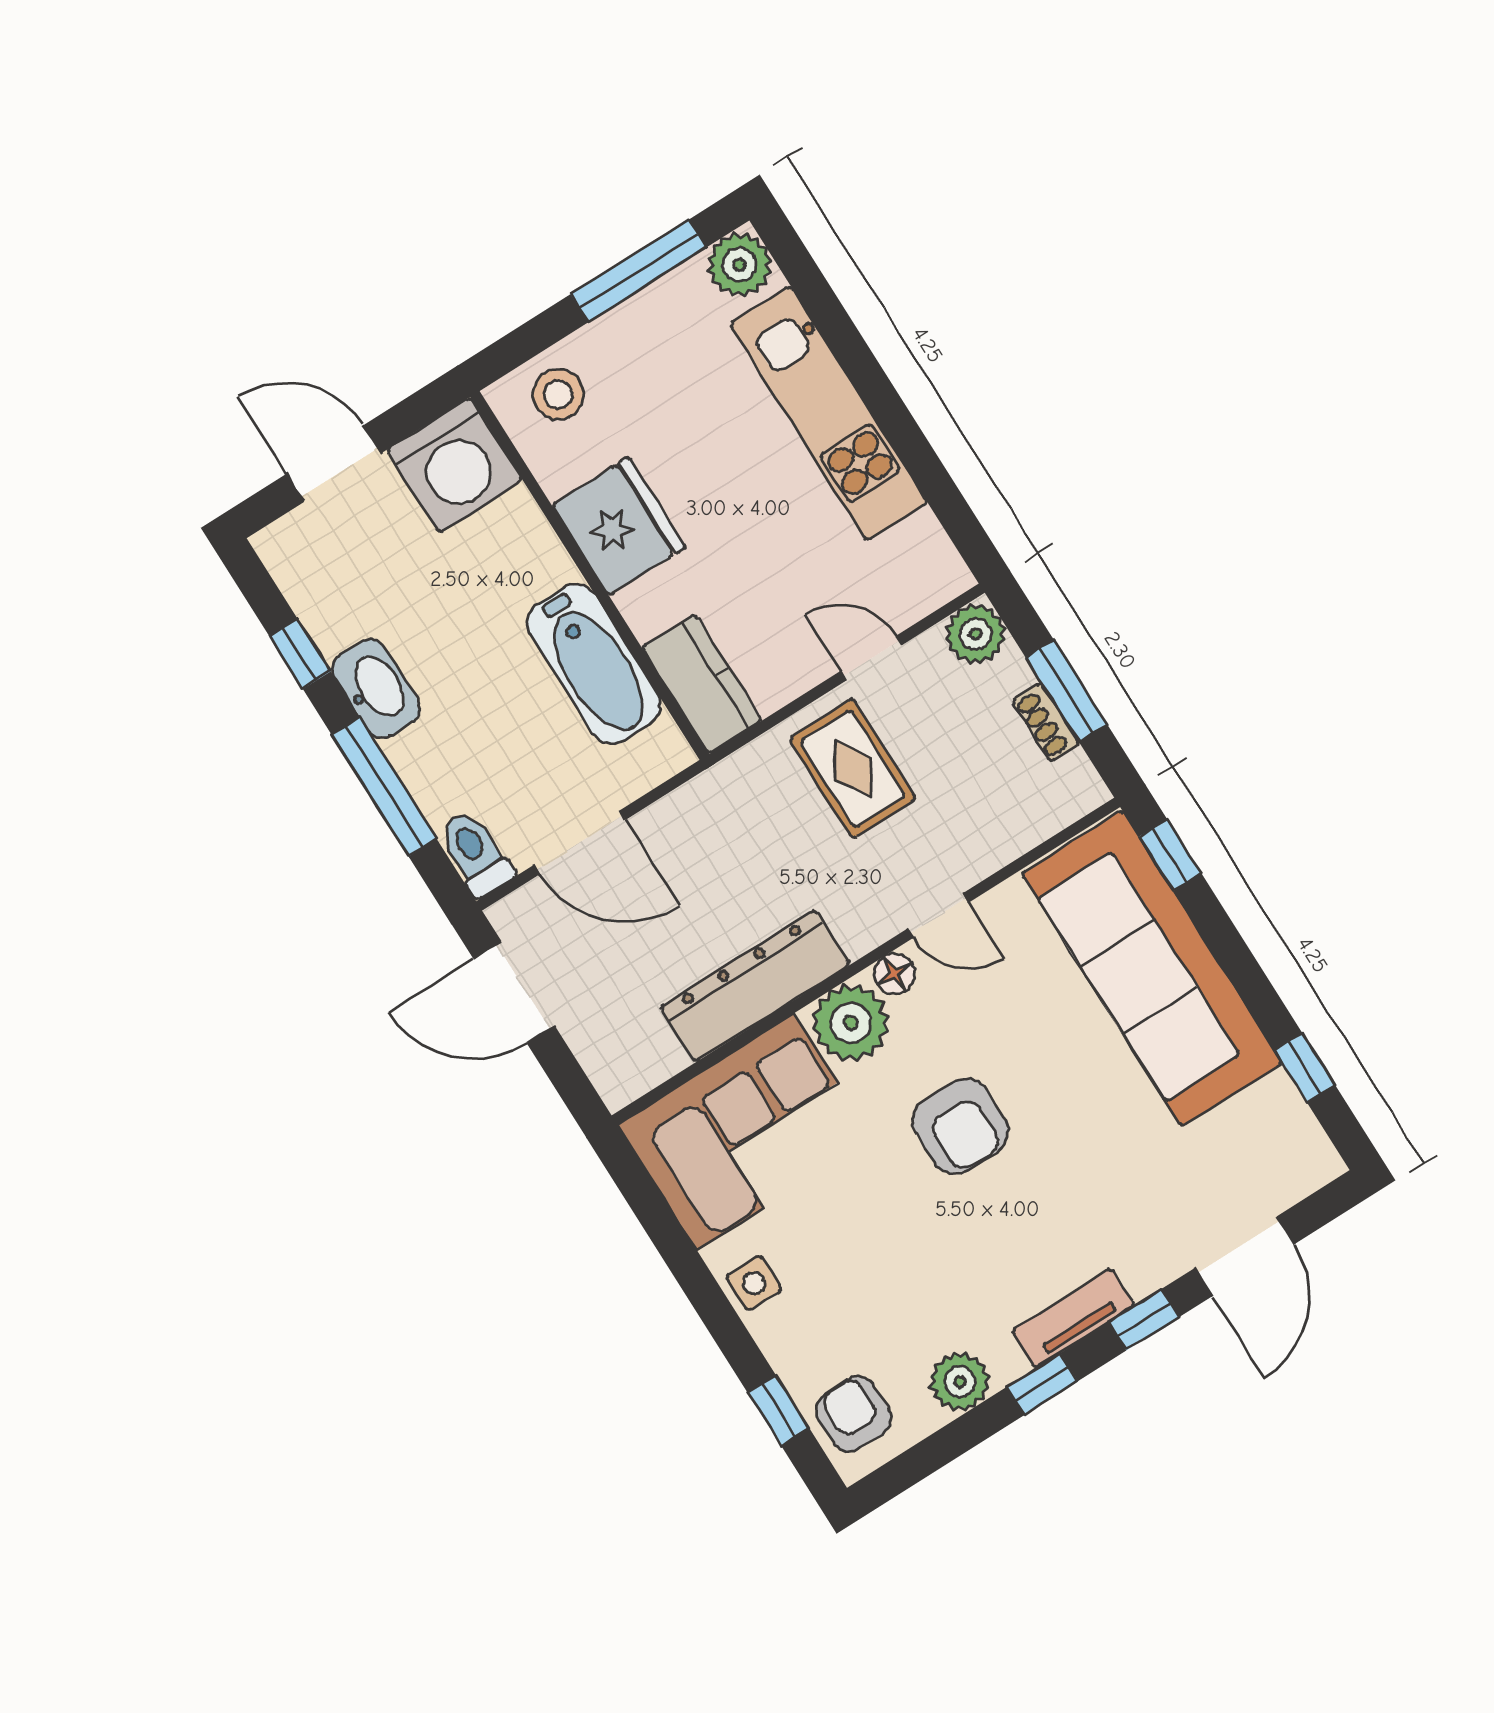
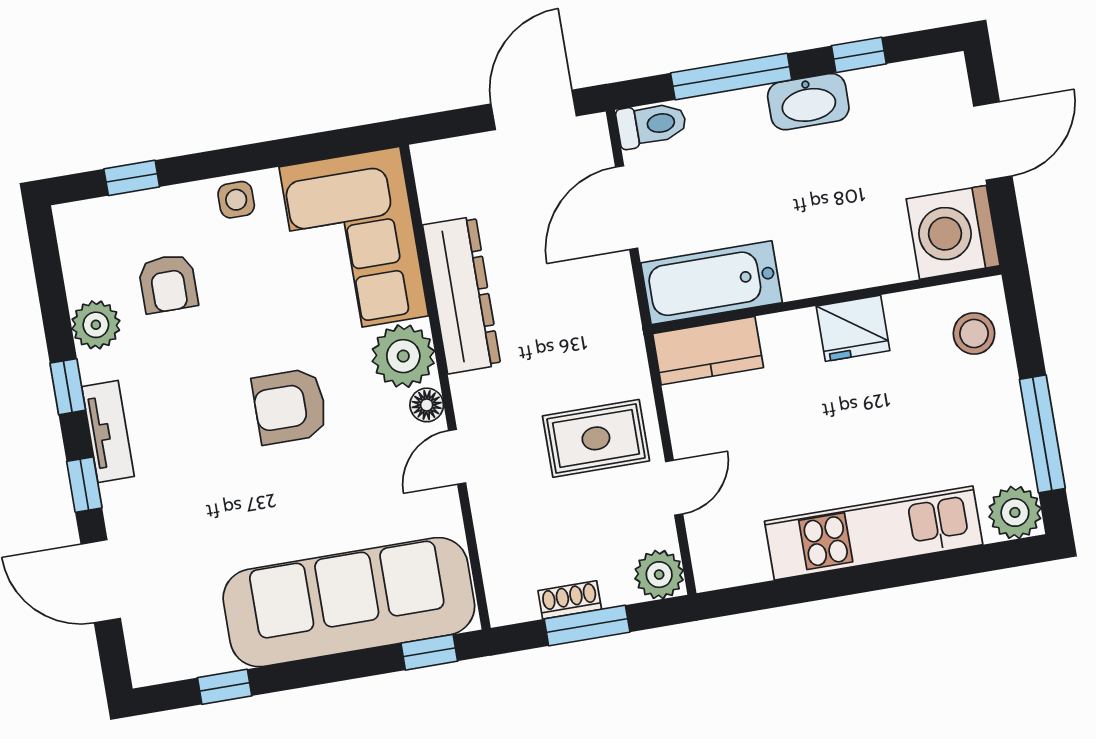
fridge: (619, 526) -> (853, 328), width x0.73, depth x0.75
bathtub: (594, 664) -> (711, 283), moved
armchair: (854, 1414) -> (168, 284), moved, turned 90

